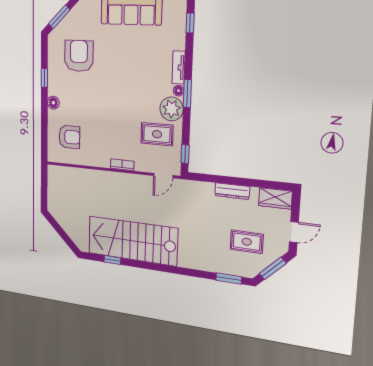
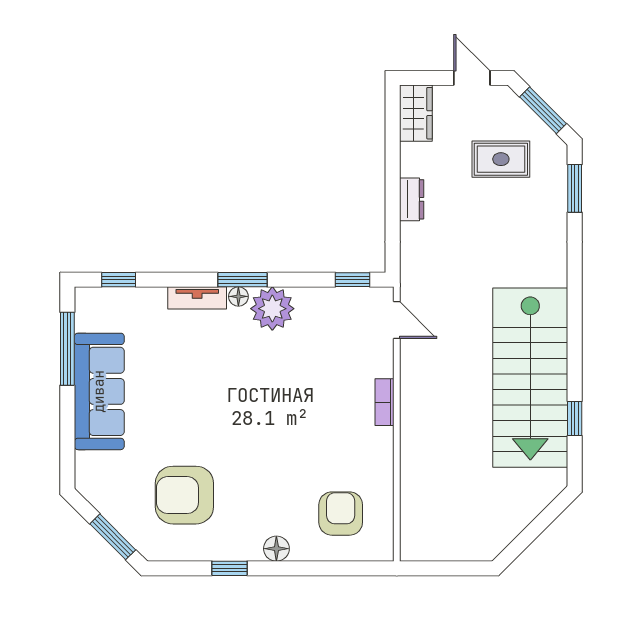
rug: (157, 134) -> (321, 335), removed
dresser: (232, 191) -> (412, 199), width x0.70
rug: (247, 242) -> (501, 159), turned 90

